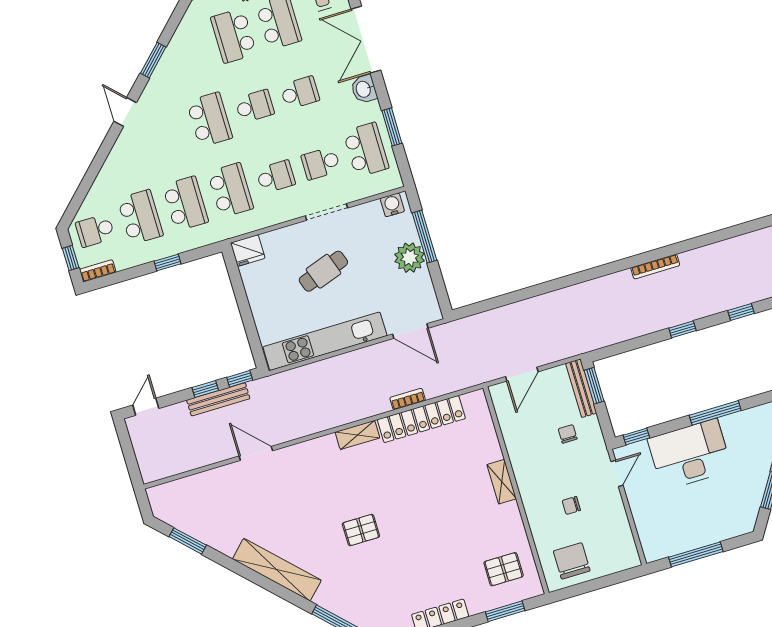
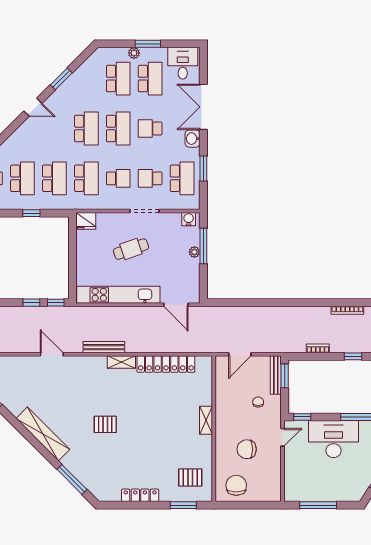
school desk: (234, 36) -> (118, 79), turned 180
school desk: (300, 93) -> (150, 128), turned 180
school desk: (255, 106) -> (118, 128), width x1.85
door: (125, 112) -> (33, 107), swing flipped
plant: (409, 258) -> (194, 252), width x0.53, depth x0.53
bench: (218, 399) -> (104, 347), moved
bookcase: (408, 399) -> (318, 348), moved
chair: (571, 505) -> (247, 449), width x1.87, depth x1.87

